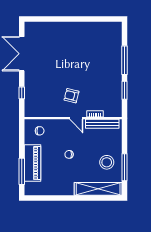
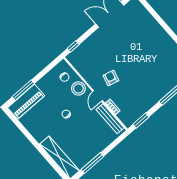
window: (125, 90) -> (141, 121), moved
window: (22, 93) -> (73, 46), moved
stool: (107, 162) -> (78, 88), moved
piano: (32, 163) -> (26, 102), moved

